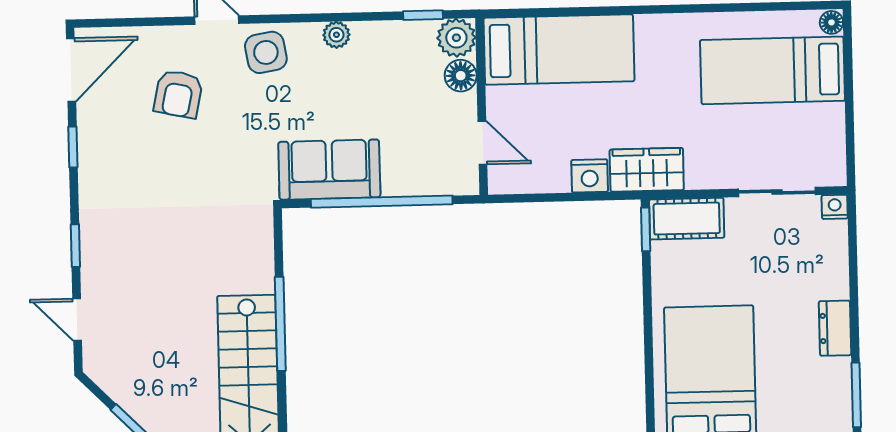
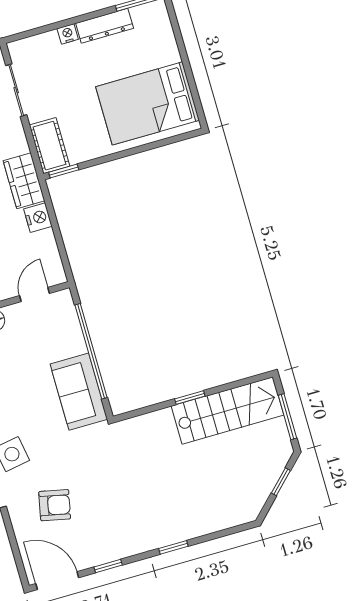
nightstand: (835, 207) -> (68, 34), moved, turned 90
door: (77, 320) -> (222, 533), removed
window: (280, 324) -> (190, 398), width x0.46
dresser: (835, 328) -> (105, 26), width x1.44

